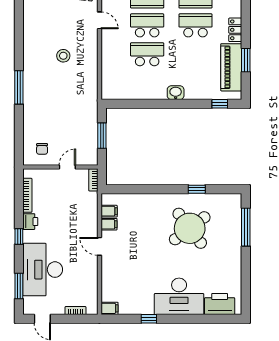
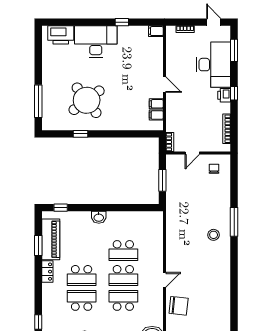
door: (99, 20) -> (165, 280), swing flipped
stool: (63, 56) -> (214, 235), moved
printer: (30, 222) -> (224, 95), moved

